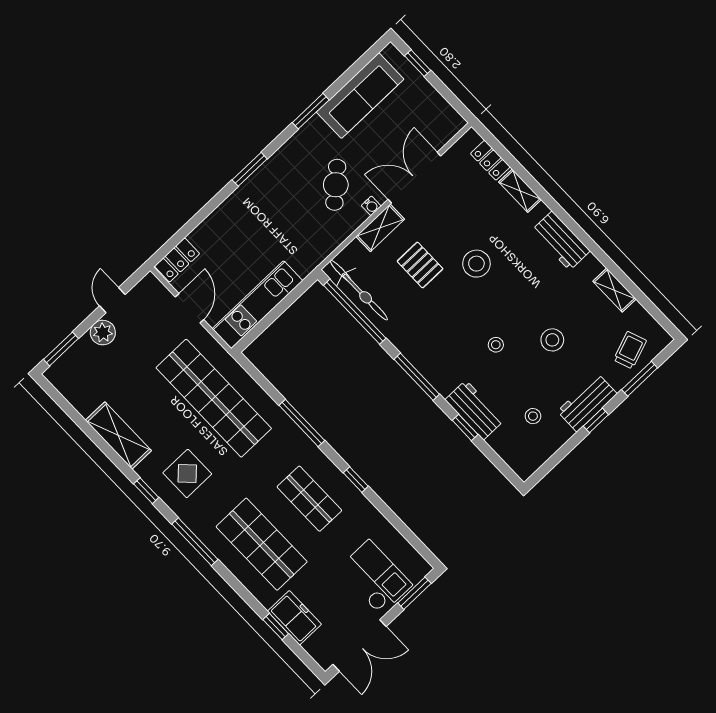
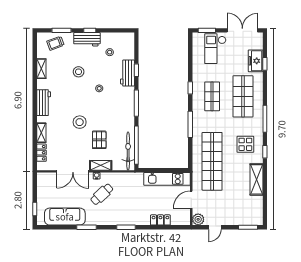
locker: (177, 260) -> (160, 220), moved
plant: (103, 333) -> (198, 219), moved

